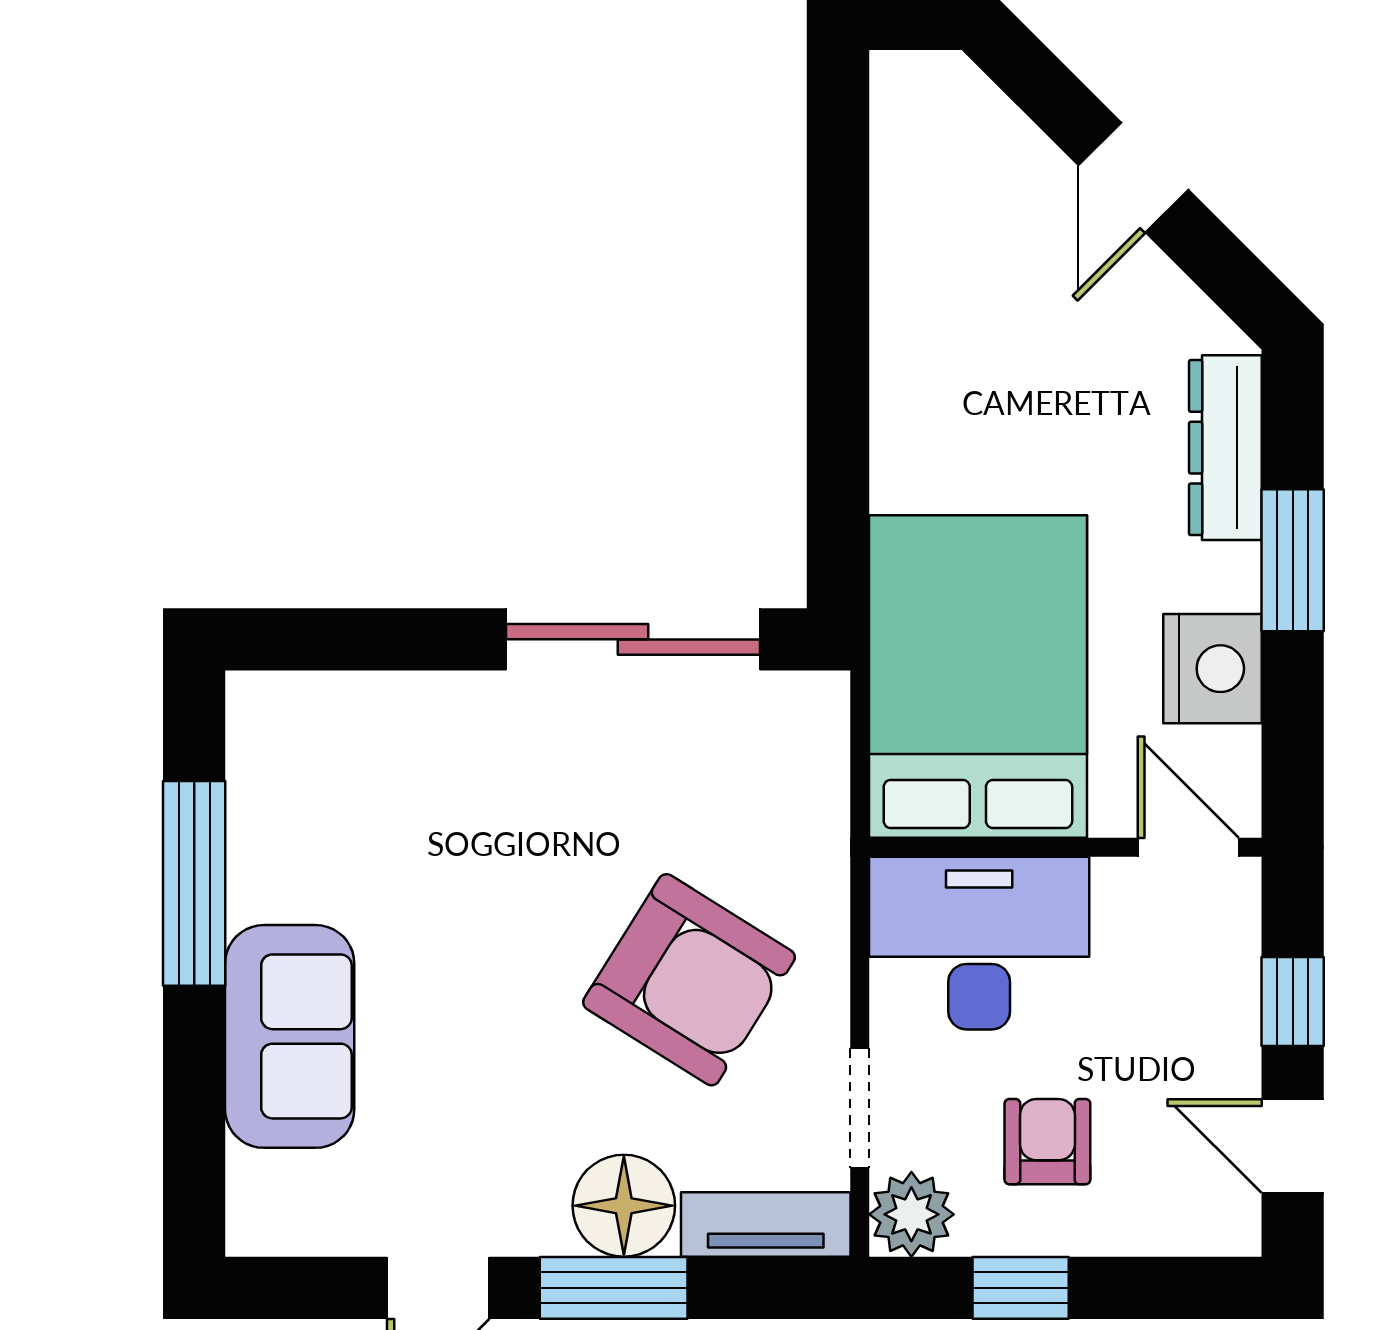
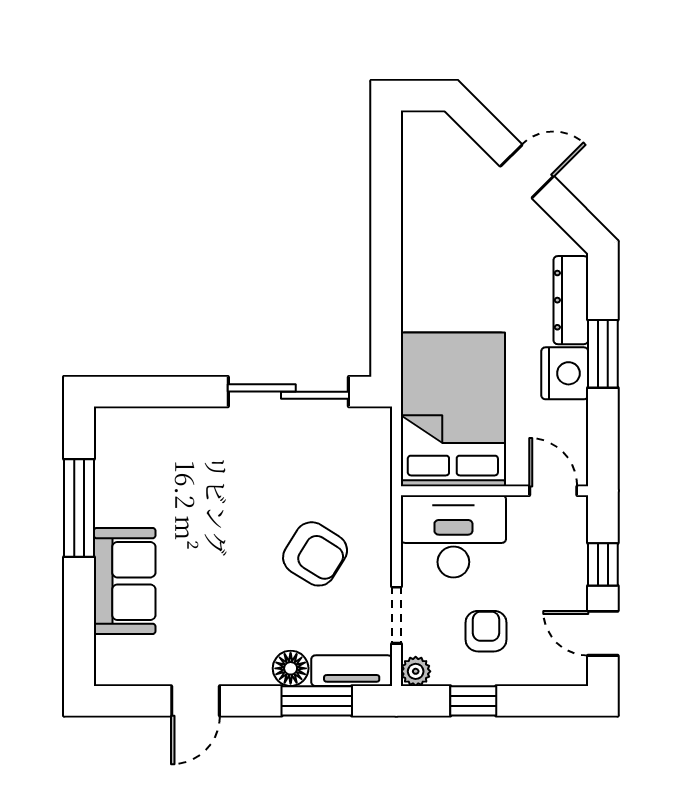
door: (1133, 177) -> (527, 171), swing flipped
nightstand: (1213, 669) -> (565, 373), moved
armchair: (689, 980) -> (315, 554), width x0.73, depth x0.73
floor lamp: (624, 1206) -> (291, 668), width x0.73, depth x0.73
plant: (911, 1214) -> (416, 671), width x0.73, depth x0.73
window: (614, 1288) -> (317, 701), moved

